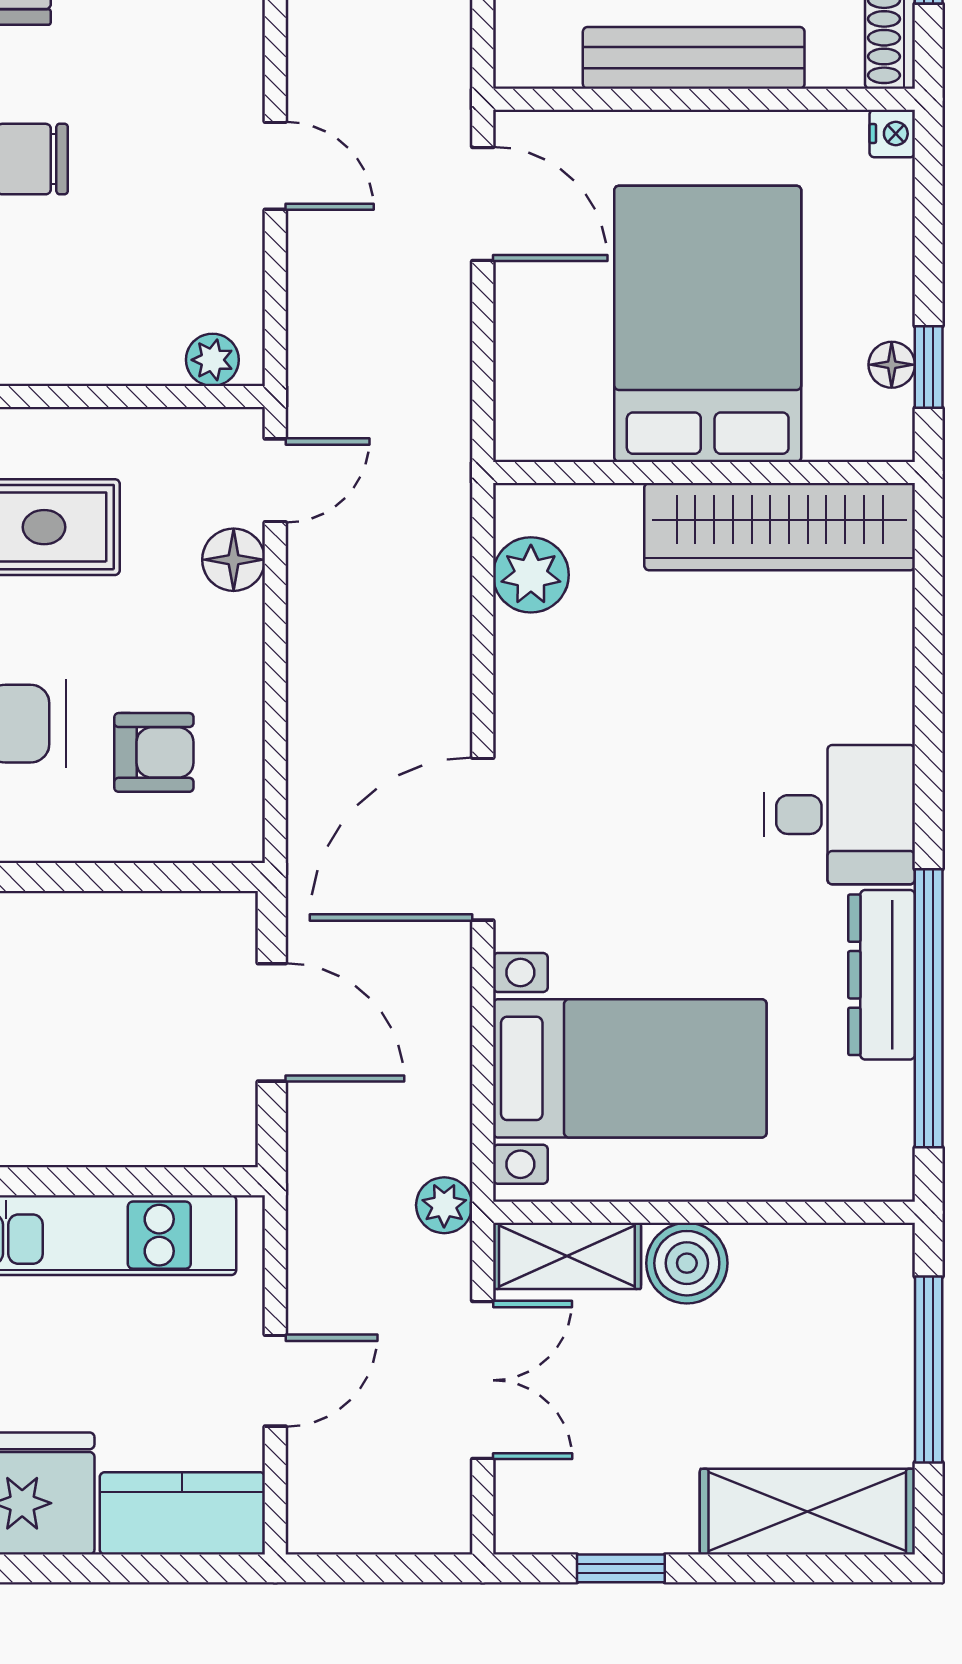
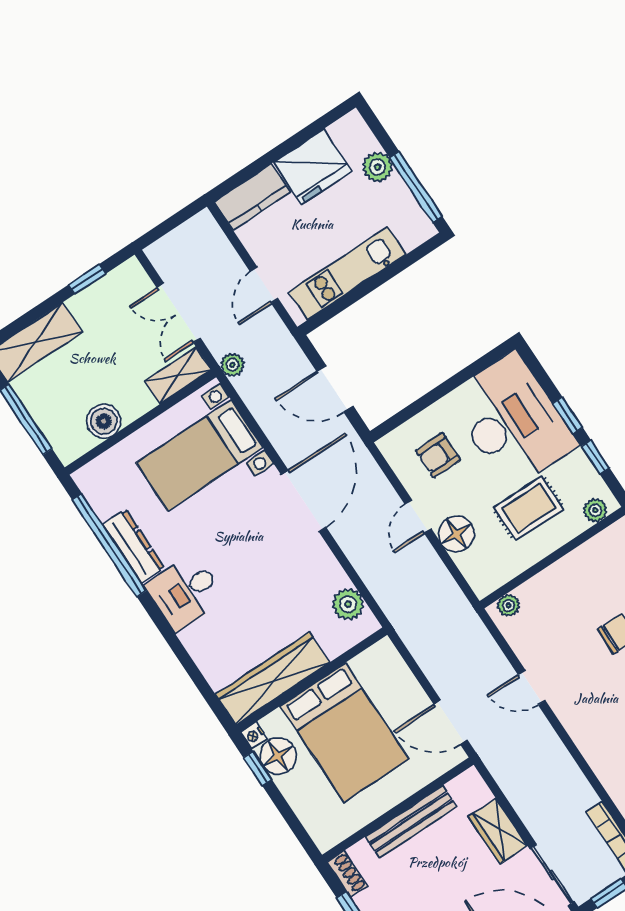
nightstand: (892, 134) -> (254, 735), moved
floor lamp: (892, 365) -> (278, 756), width x1.89, depth x1.89
door: (275, 480) -> (418, 516), moved
floor lamp: (234, 560) -> (456, 534), width x1.38, depth x1.38
boiler: (687, 1263) -> (104, 421), moved
door: (275, 1381) -> (264, 285), moved

